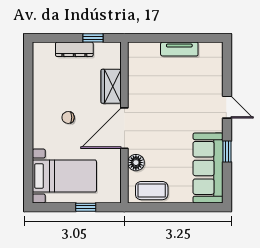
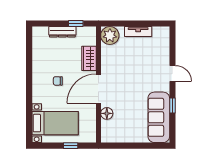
plant: (140, 55) -> (110, 36), added
coffee table: (152, 191) -> (118, 134), removed

